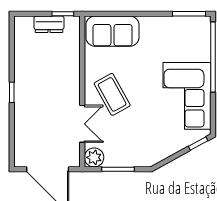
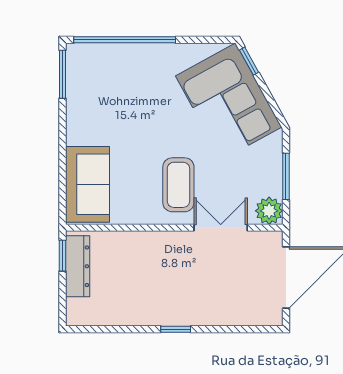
dresser: (49, 24) -> (78, 266), width x1.44
coffee table: (112, 94) -> (178, 185), turned -61
corner sofa: (187, 96) -> (229, 102), moved, turned 61

